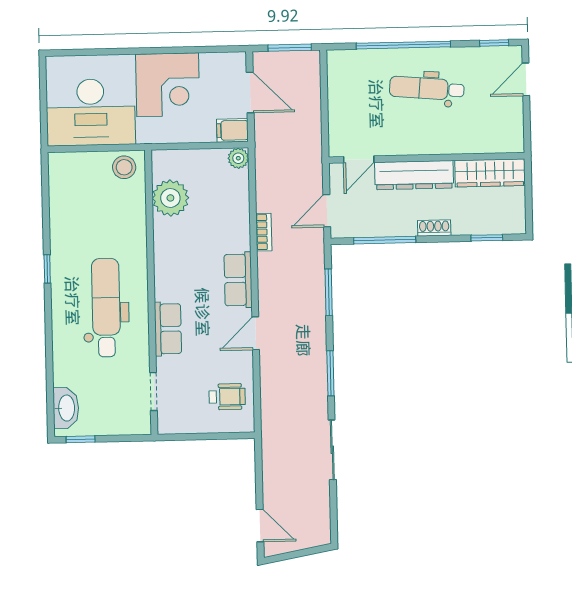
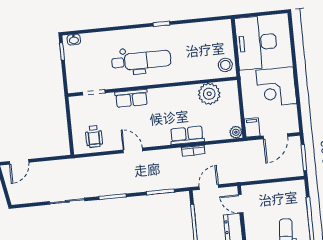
door: (327, 211) -> (209, 187), hinge flipped
row of seats: (238, 280) -> (187, 135), moved
washbasin: (66, 408) -> (74, 40), width x0.52, depth x0.69

